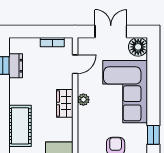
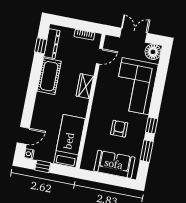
dresser: (16, 66) -> (52, 44), width x1.44
plant: (83, 100) -> (101, 86), removed
cot: (20, 126) -> (49, 76), moved

